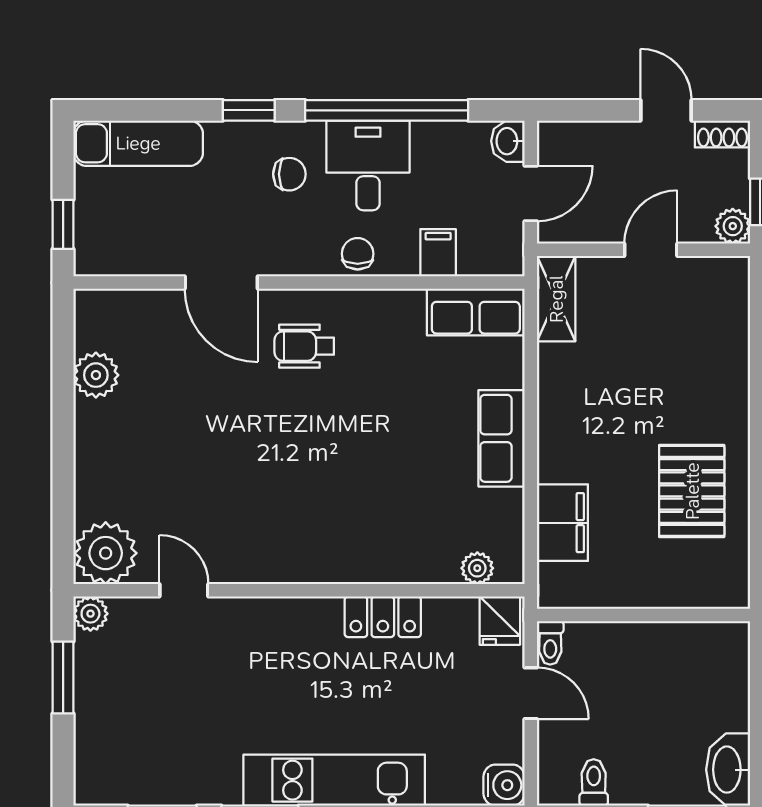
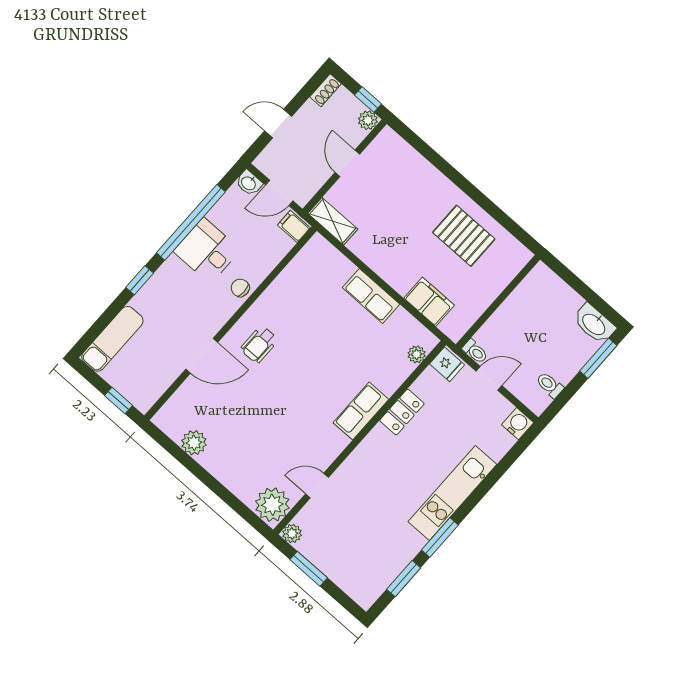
door: (666, 110) -> (278, 124), moved
chair: (289, 174) -> (182, 287), removed
door: (531, 194) -> (279, 193), swing flipped
filing cabinet: (438, 253) -> (294, 226), moved
row of seats: (476, 312) -> (361, 411), moved, turned 180

